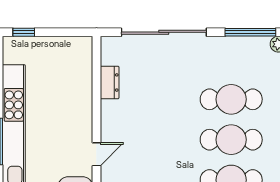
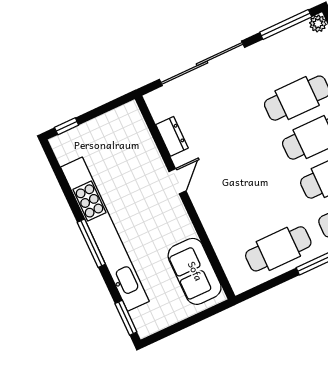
door: (96, 154) -> (177, 181), moved

